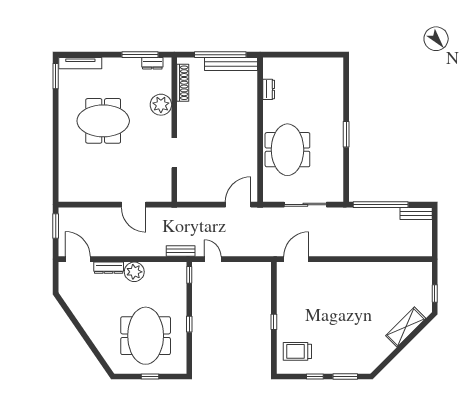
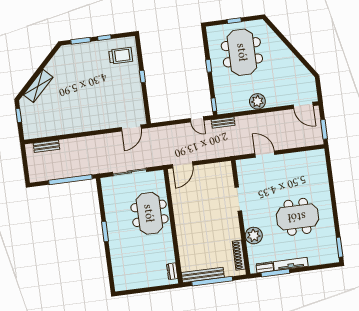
tv unit: (80, 63) -> (291, 264), moved
dresser: (269, 89) -> (172, 271), moved
bench: (416, 213) -> (46, 146), moved
dresser: (109, 268) -> (278, 102), removed

